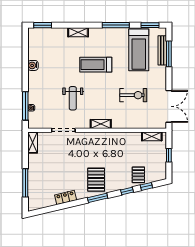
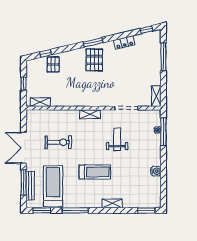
exercise bike: (133, 95) -> (58, 142), turned 180
double door: (169, 106) -> (24, 148), moved
window: (127, 191) -> (146, 30), moved

